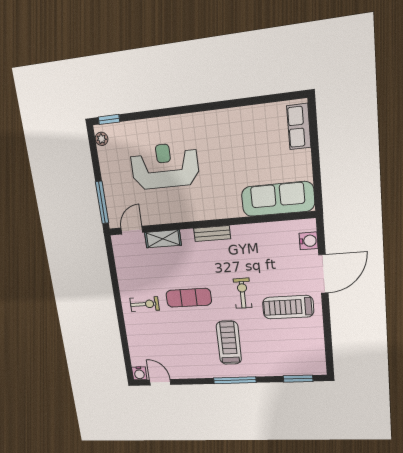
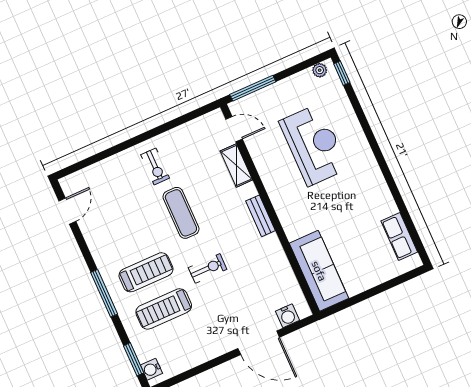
row of seats: (299, 127) -> (399, 236), moved, turned -90
treadmill: (288, 307) -> (164, 309), moved, turned -90
water cooler: (139, 373) -> (151, 369), moved

